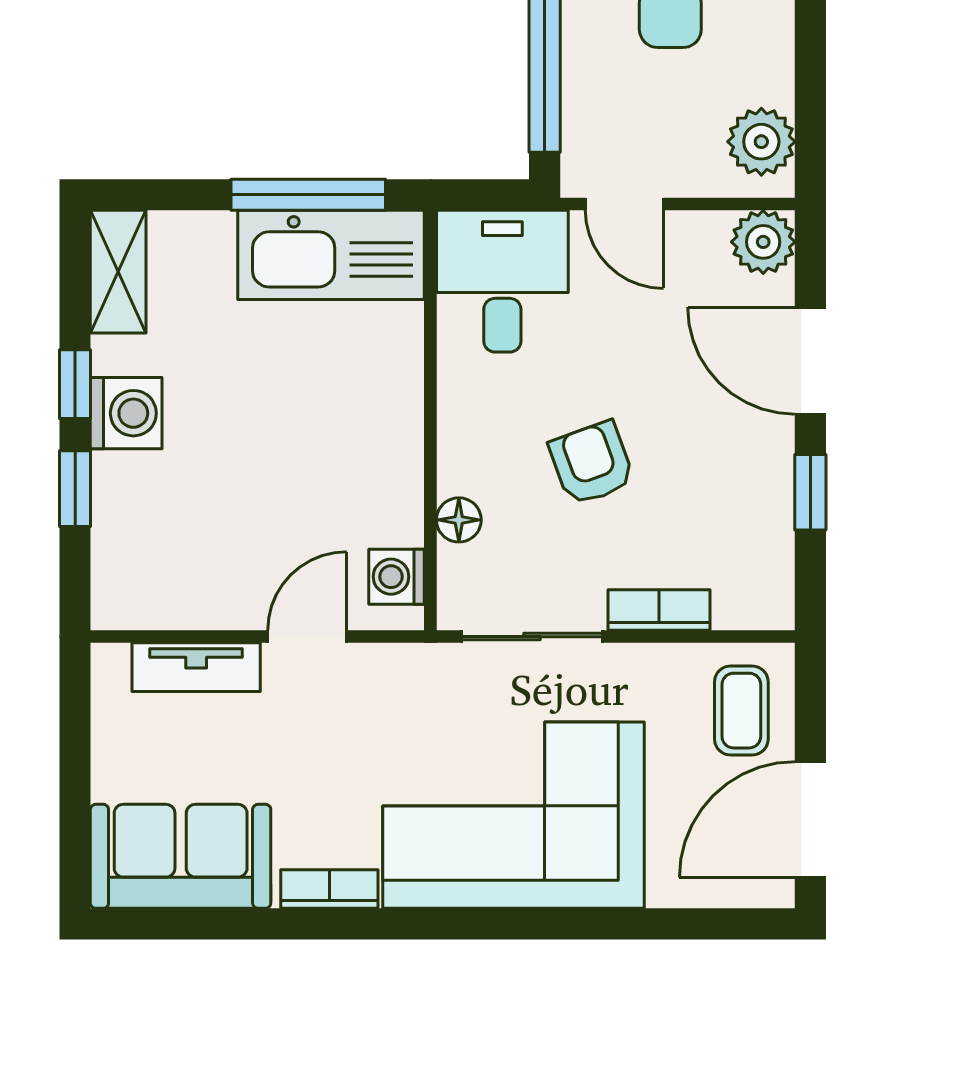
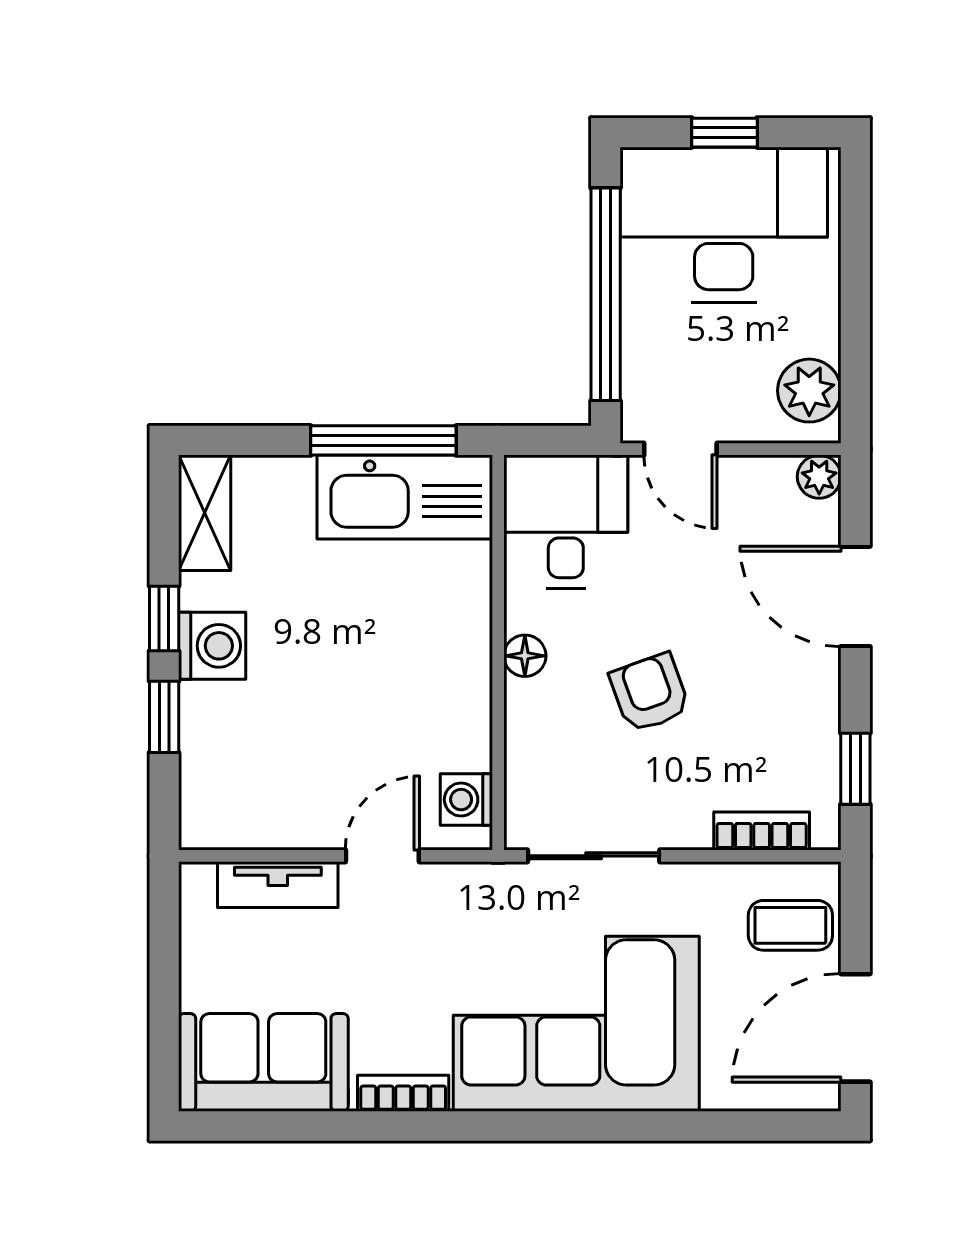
plant: (763, 242) -> (819, 477), width x0.73, depth x0.73
window: (810, 492) -> (855, 769), moved
floor lamp: (459, 520) -> (525, 656), moved
bookcase: (659, 610) -> (762, 831), moved
coffee table: (741, 711) -> (790, 925), turned 90

